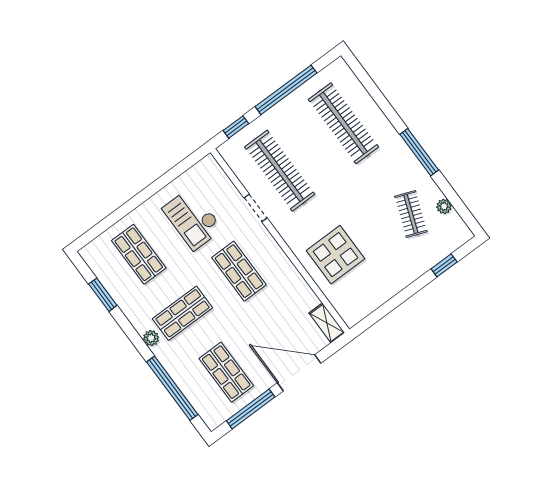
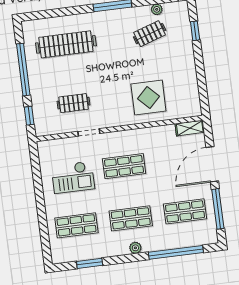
clothes rail: (280, 171) -> (73, 103), width x0.54, depth x0.76
clothes rail: (411, 214) -> (150, 34), turned -39
shop shelf: (182, 313) -> (131, 218), turned 90

